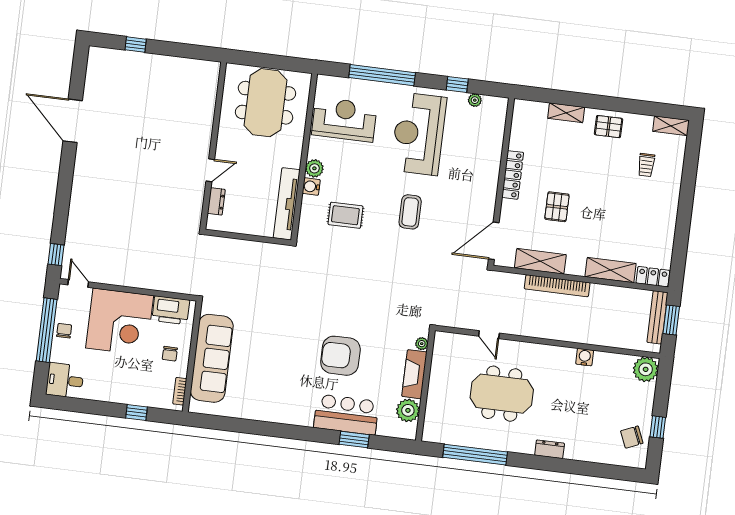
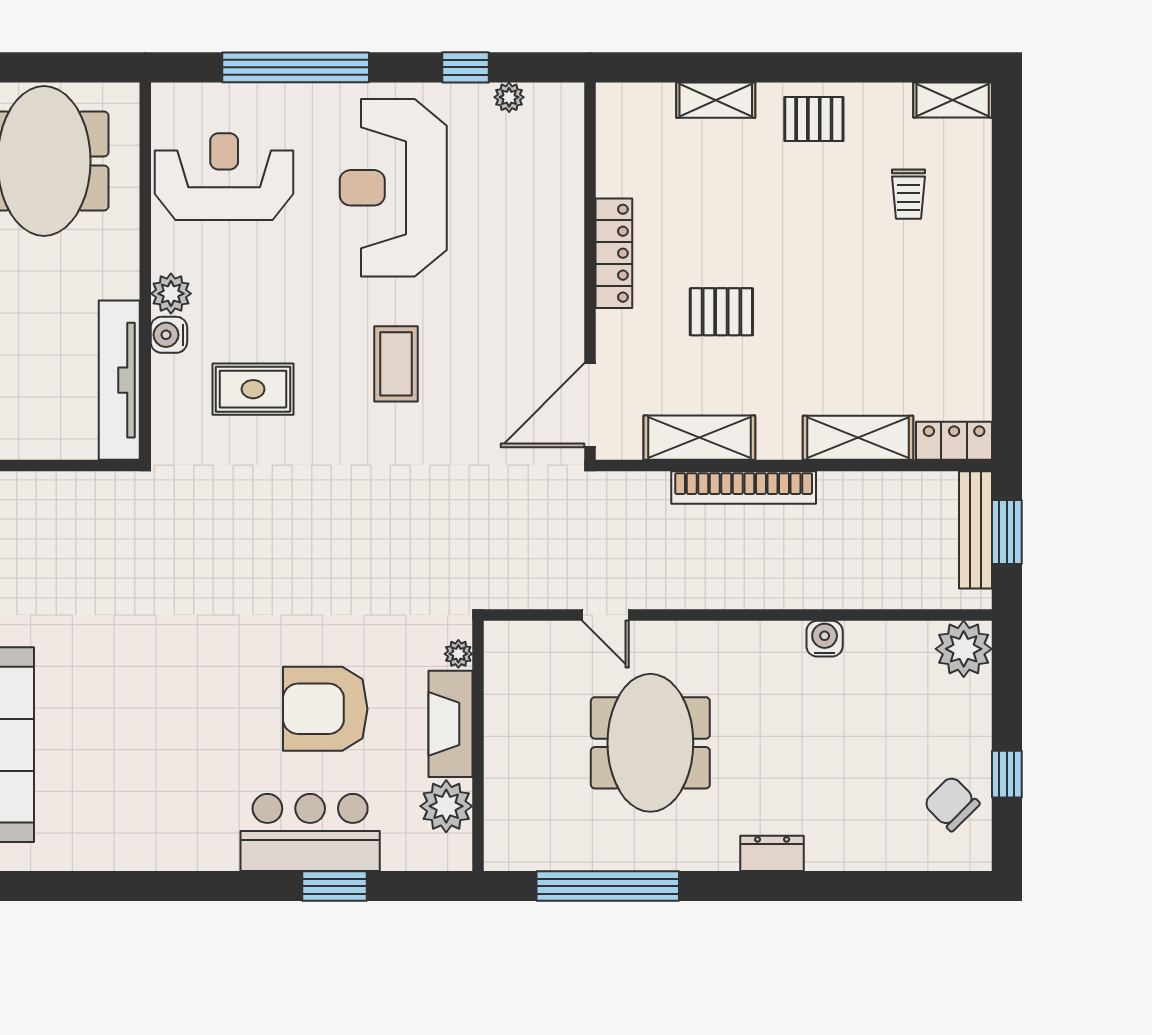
pallet: (557, 207) -> (721, 312), turned 90
armchair: (340, 356) -> (325, 709), moved
meeting table: (502, 394) -> (650, 743), turned 90
chair: (632, 437) -> (952, 804), turned 68

